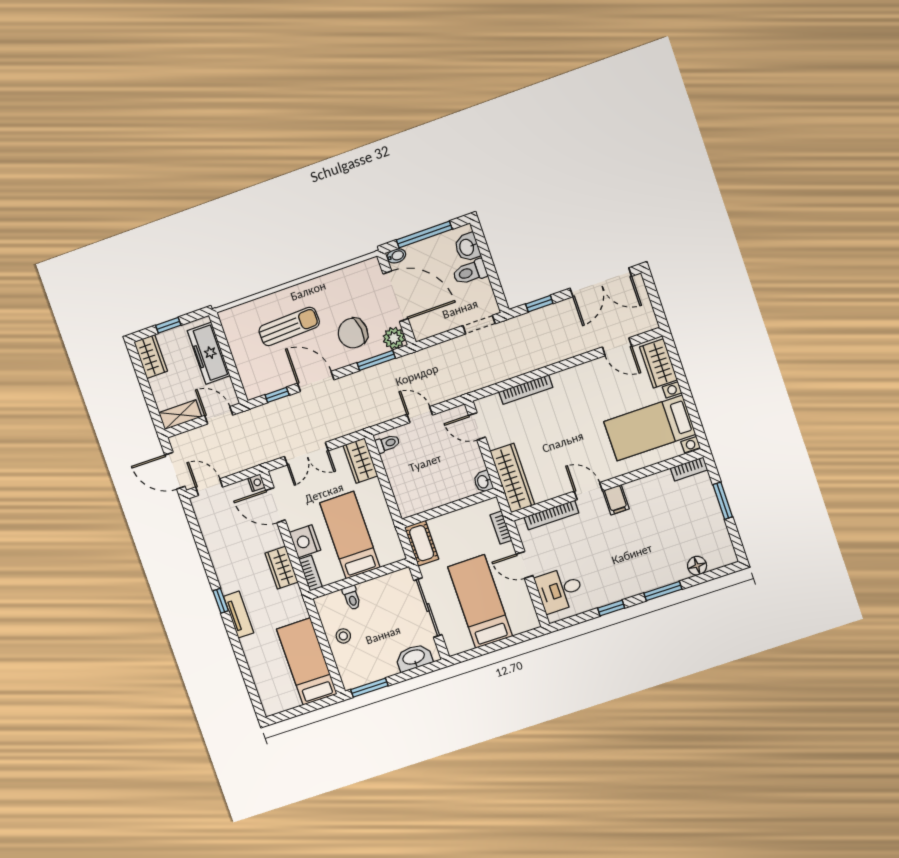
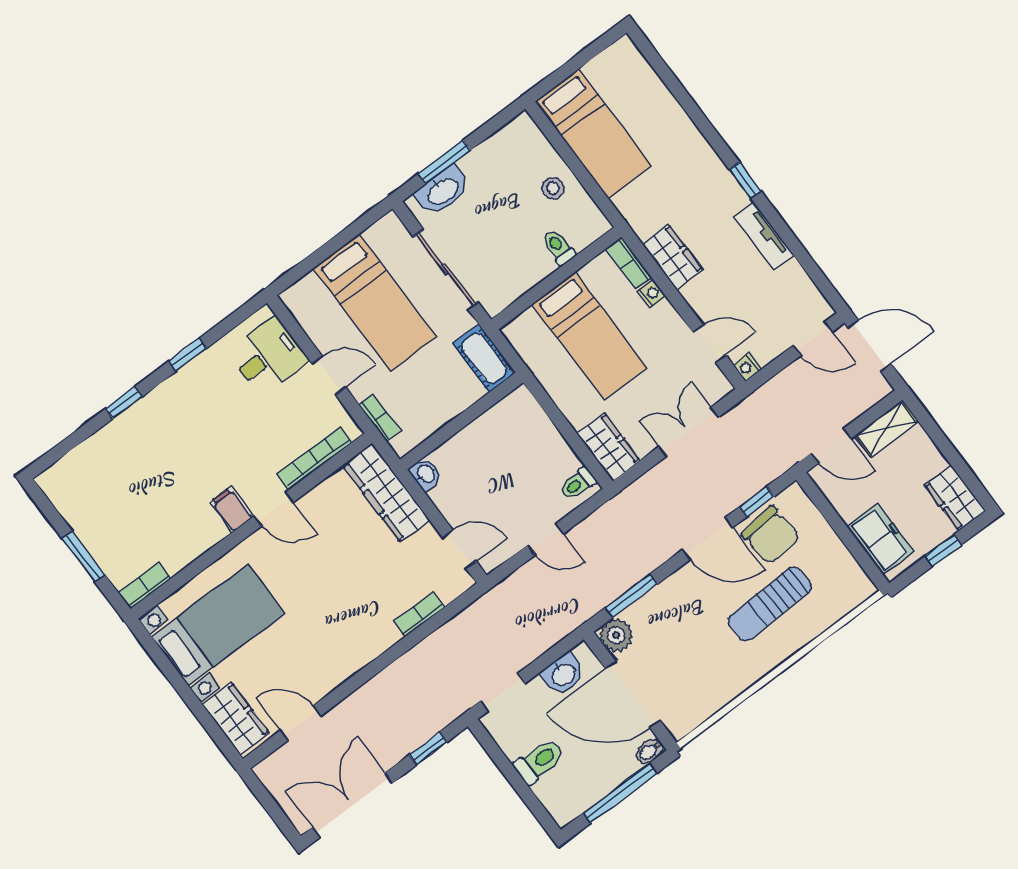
washbasin: (467, 247) -> (563, 674), moved, turned 90
chair: (353, 333) -> (771, 535), moved, turned 90
freezer: (209, 353) -> (880, 539), width x0.71
bookcase: (526, 390) -> (419, 614), width x0.64
door: (276, 505) -> (709, 344), width x0.73
nightstand: (305, 541) -> (652, 294), width x0.53, depth x0.56
floor lamp: (697, 566) -> (88, 454), removed
window: (663, 591) -> (124, 403), width x0.67
tv unit: (239, 615) -> (764, 236), moved
window: (369, 688) -> (445, 162), moved

